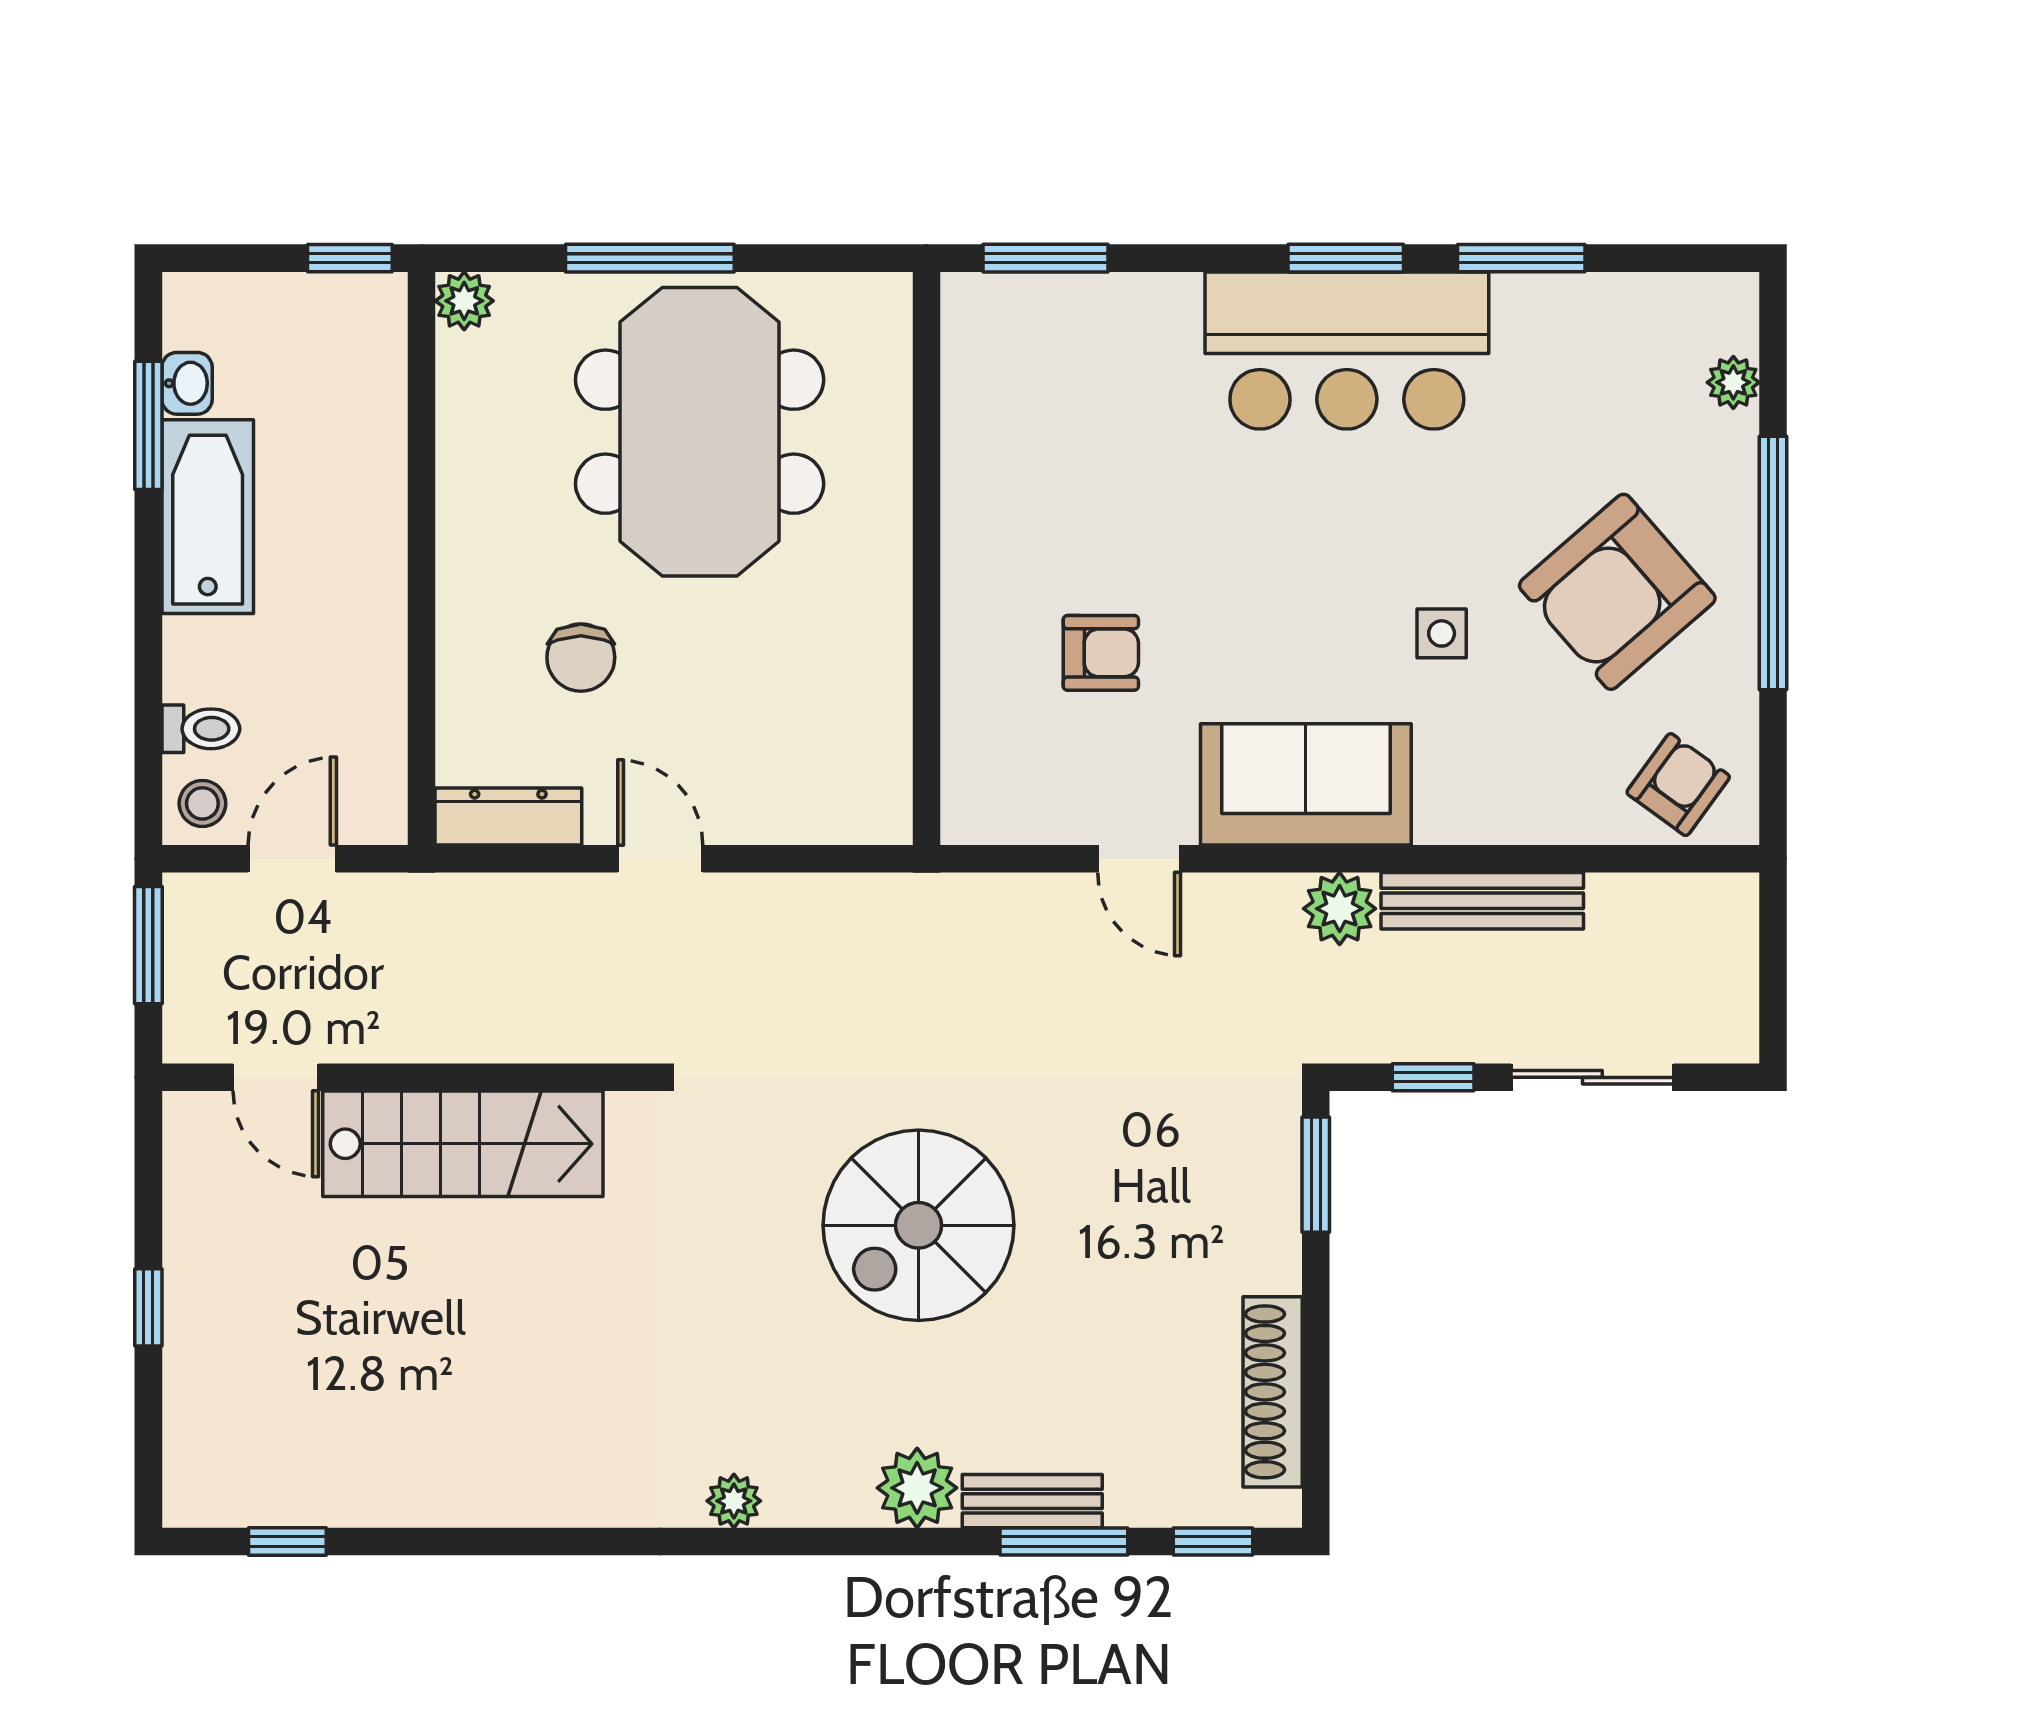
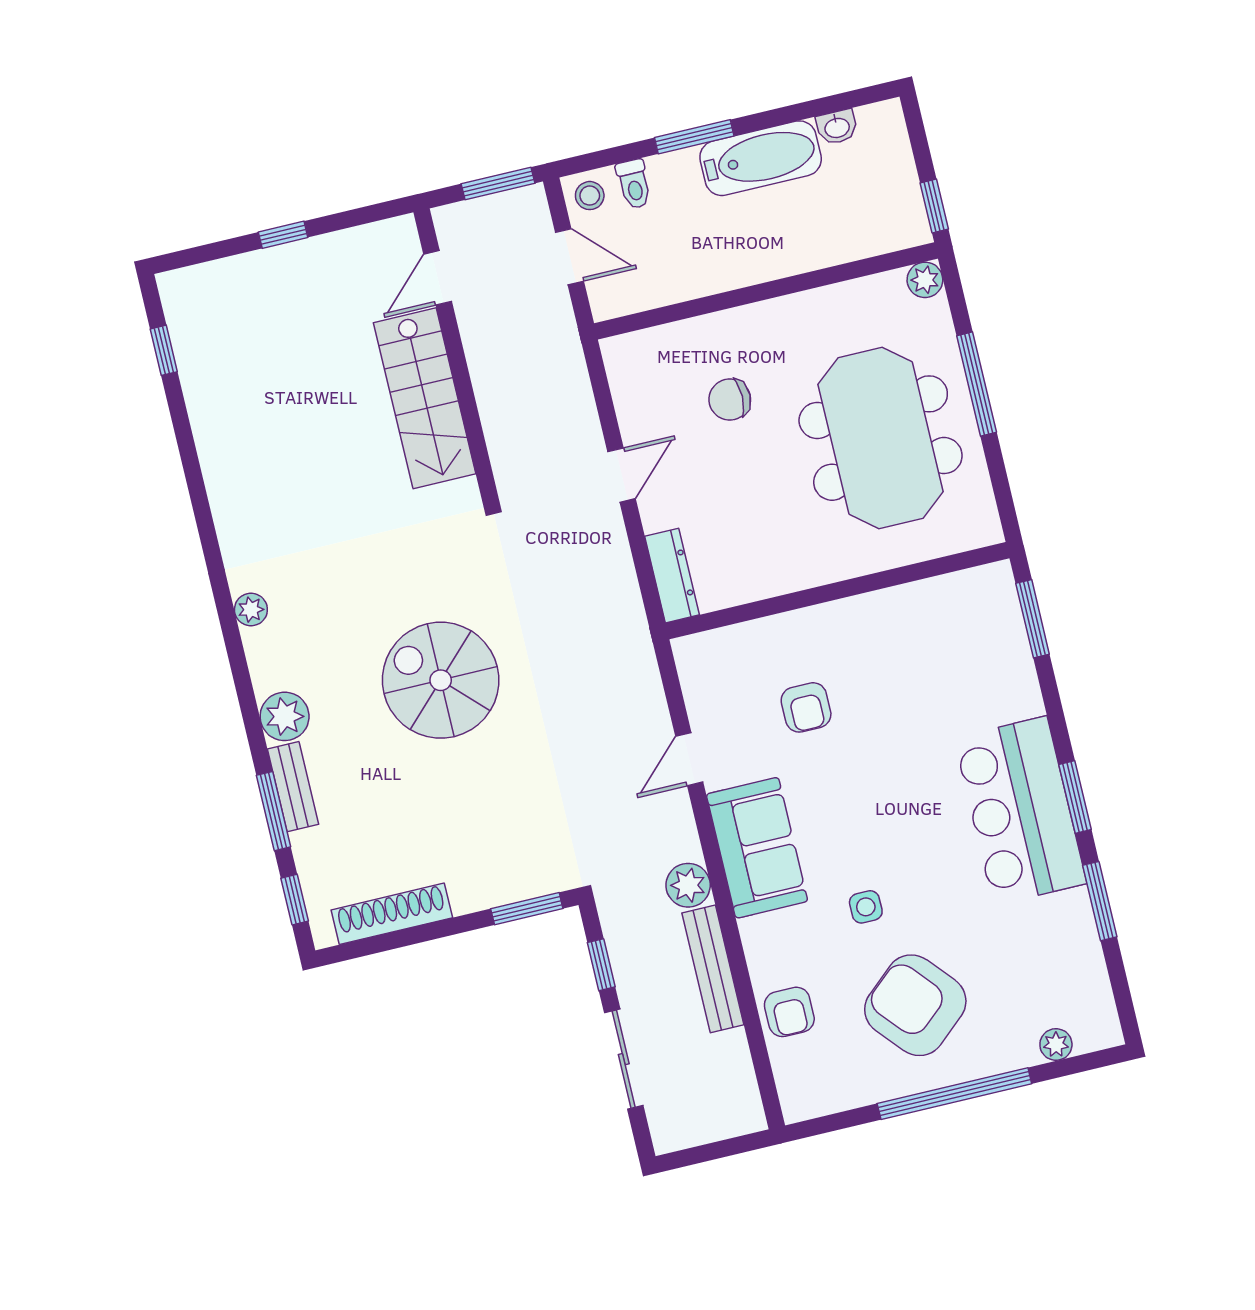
window: (148, 425) -> (694, 137), moved
meeting table: (700, 432) -> (881, 438), turned 90
armchair: (1678, 785) -> (789, 1012), moved, turned 54
dresser: (508, 817) -> (672, 576), moved

